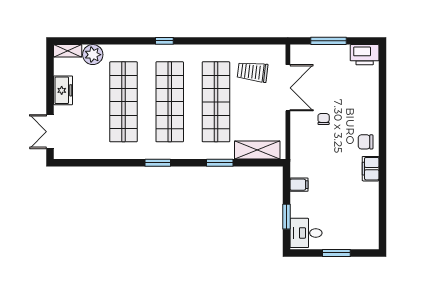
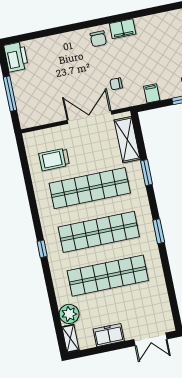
trolley: (253, 72) -> (54, 159), turned 83
double door: (288, 88) -> (89, 117), moved
chair: (324, 119) -> (116, 84), moved

